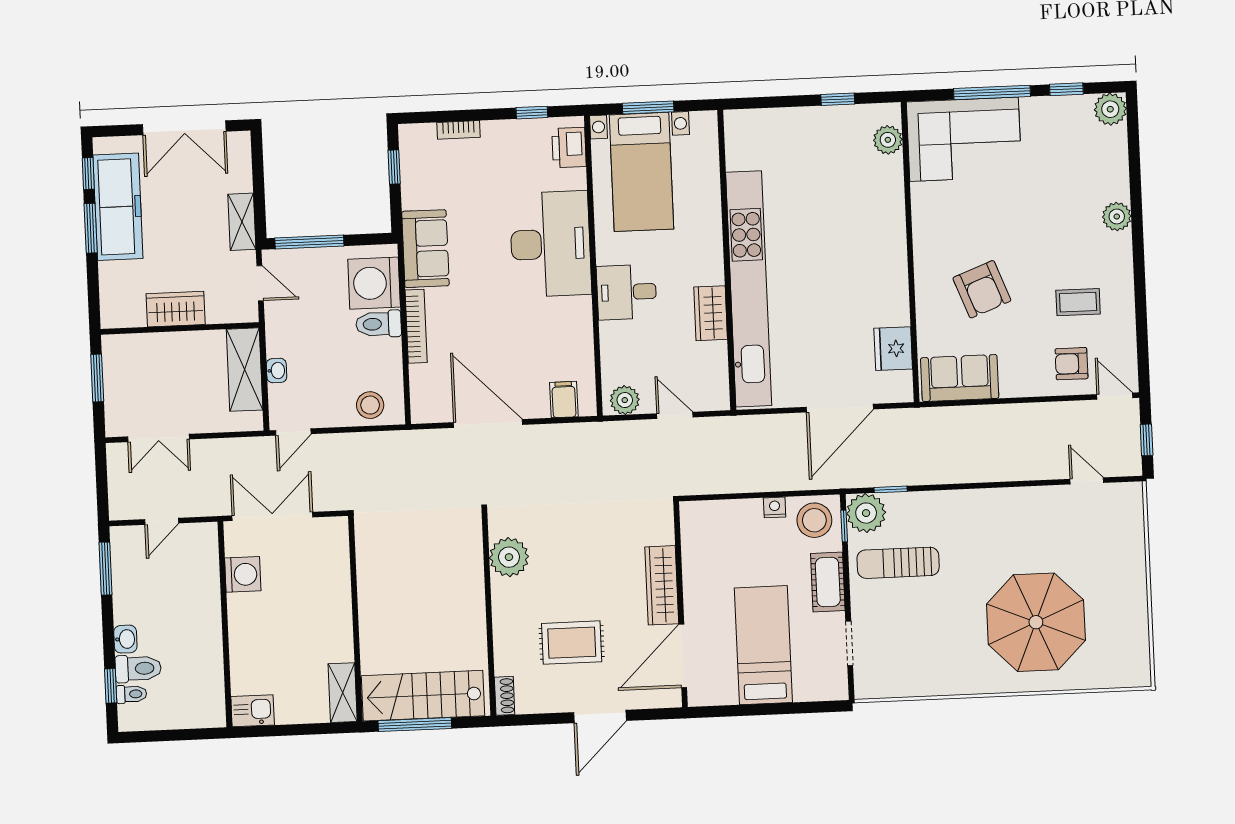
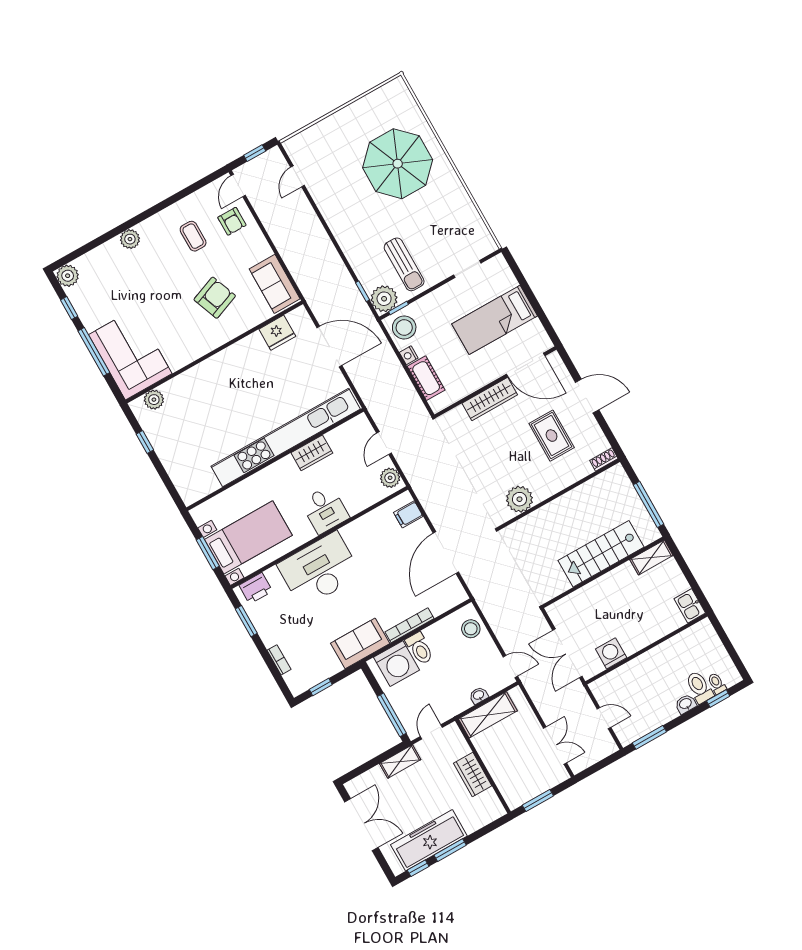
window: (532, 113) -> (246, 621), width x1.50
cot: (828, 582) -> (426, 378), moved, turned 90
stairs: (423, 696) -> (601, 554), moved, turned 90

